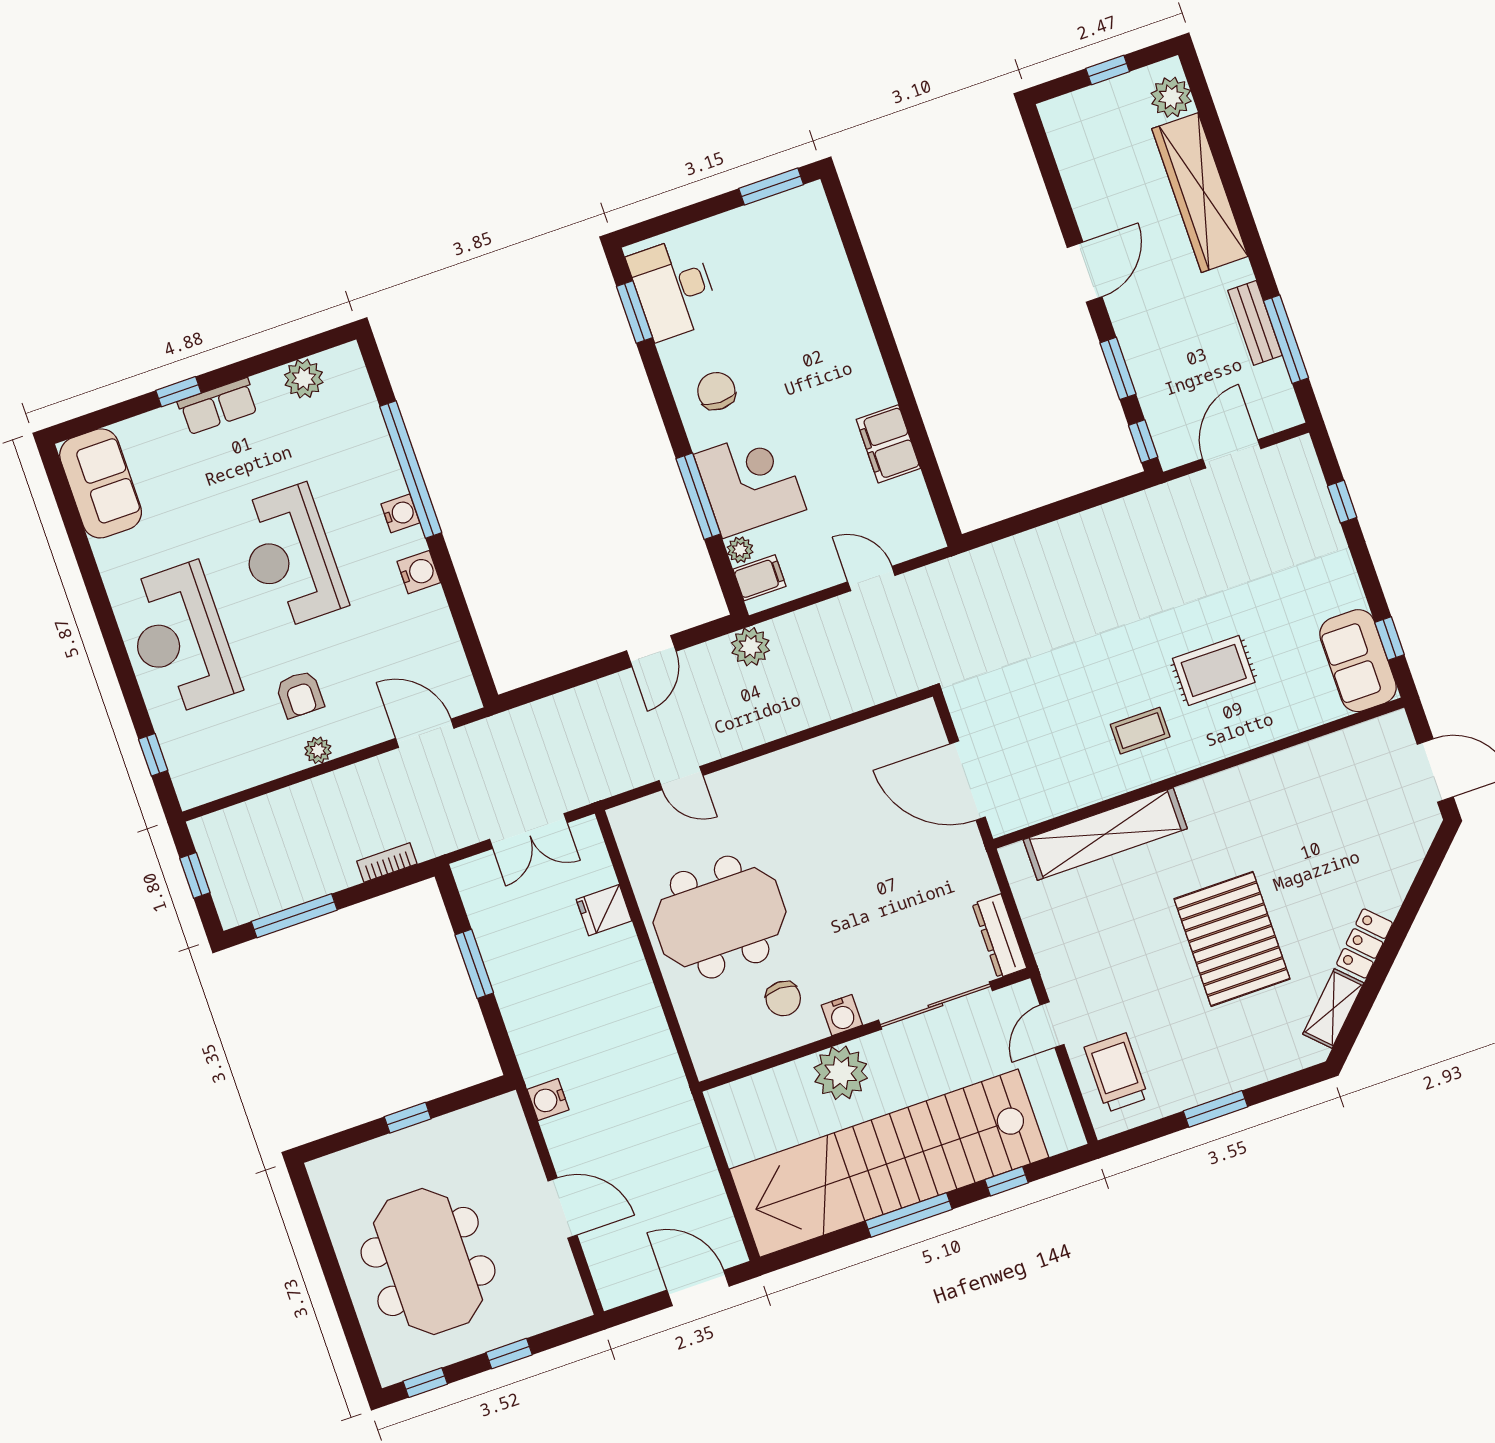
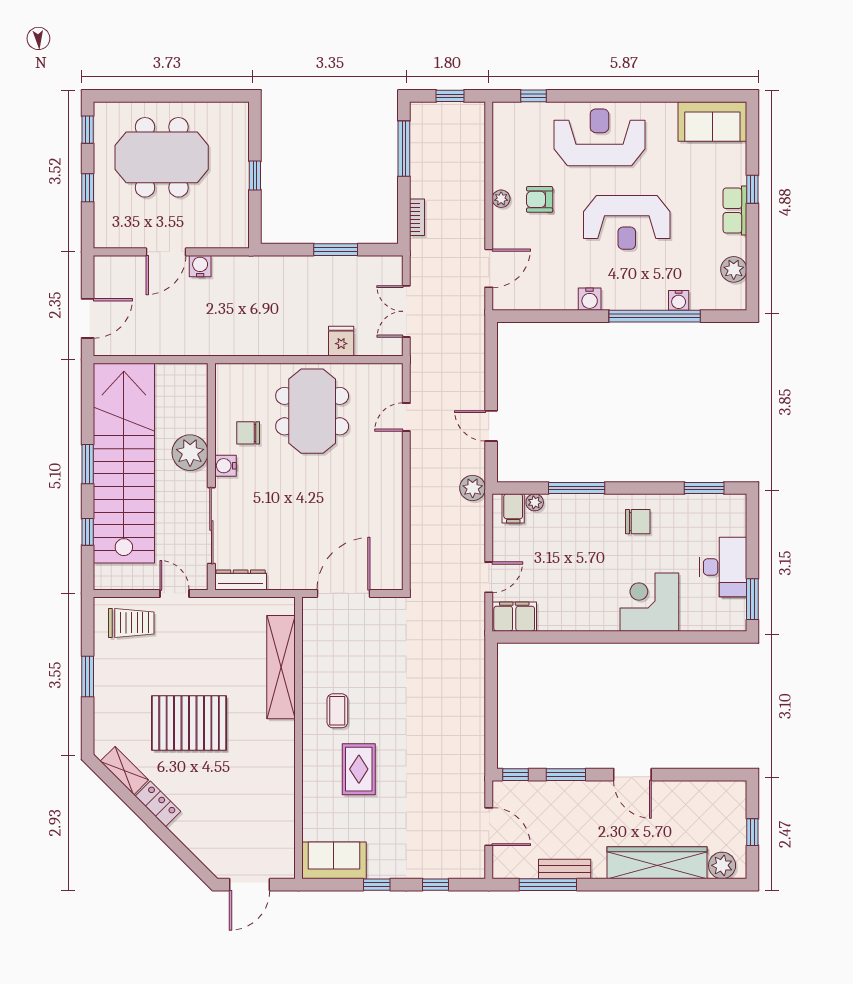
desk: (674, 288) -> (723, 567), moved, turned 90
filing cabinet: (888, 444) -> (514, 617), moved
corner desk: (750, 482) -> (649, 602), moved, turned 180
water cooler: (400, 513) -> (679, 300), moved
reception desk: (289, 557) -> (627, 222), turned 180
window: (1390, 638) -> (377, 885), moved
water cooler: (548, 1100) -> (200, 266), moved
window: (909, 1215) -> (88, 464), width x0.69

